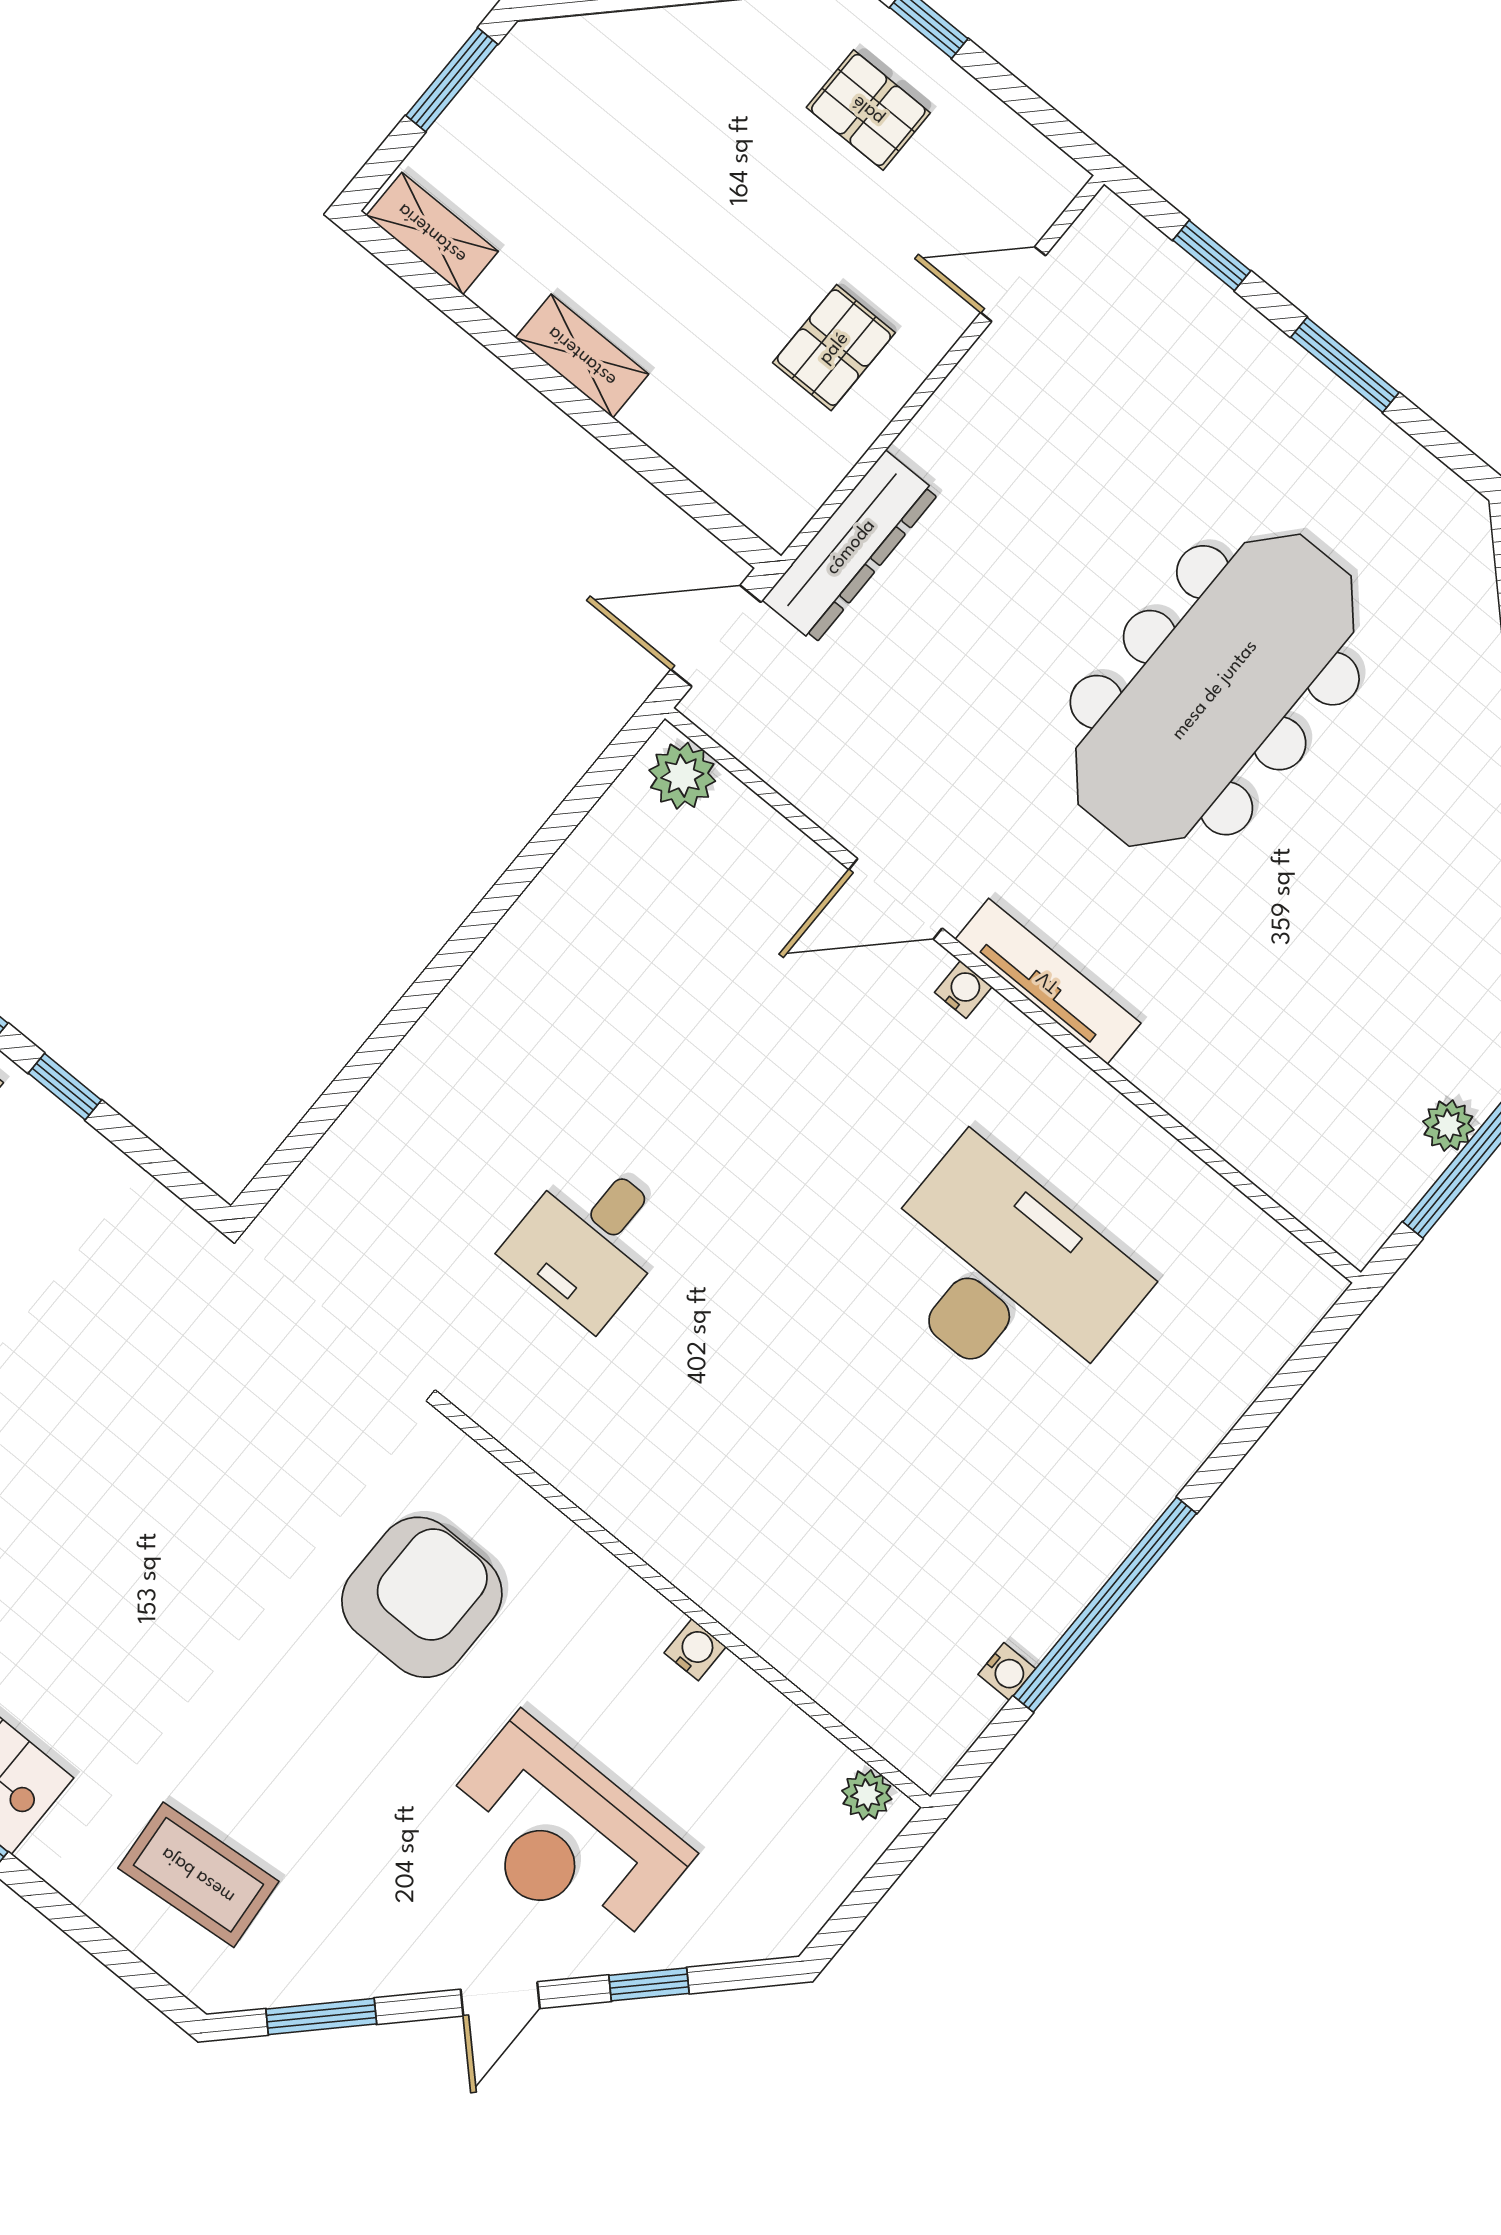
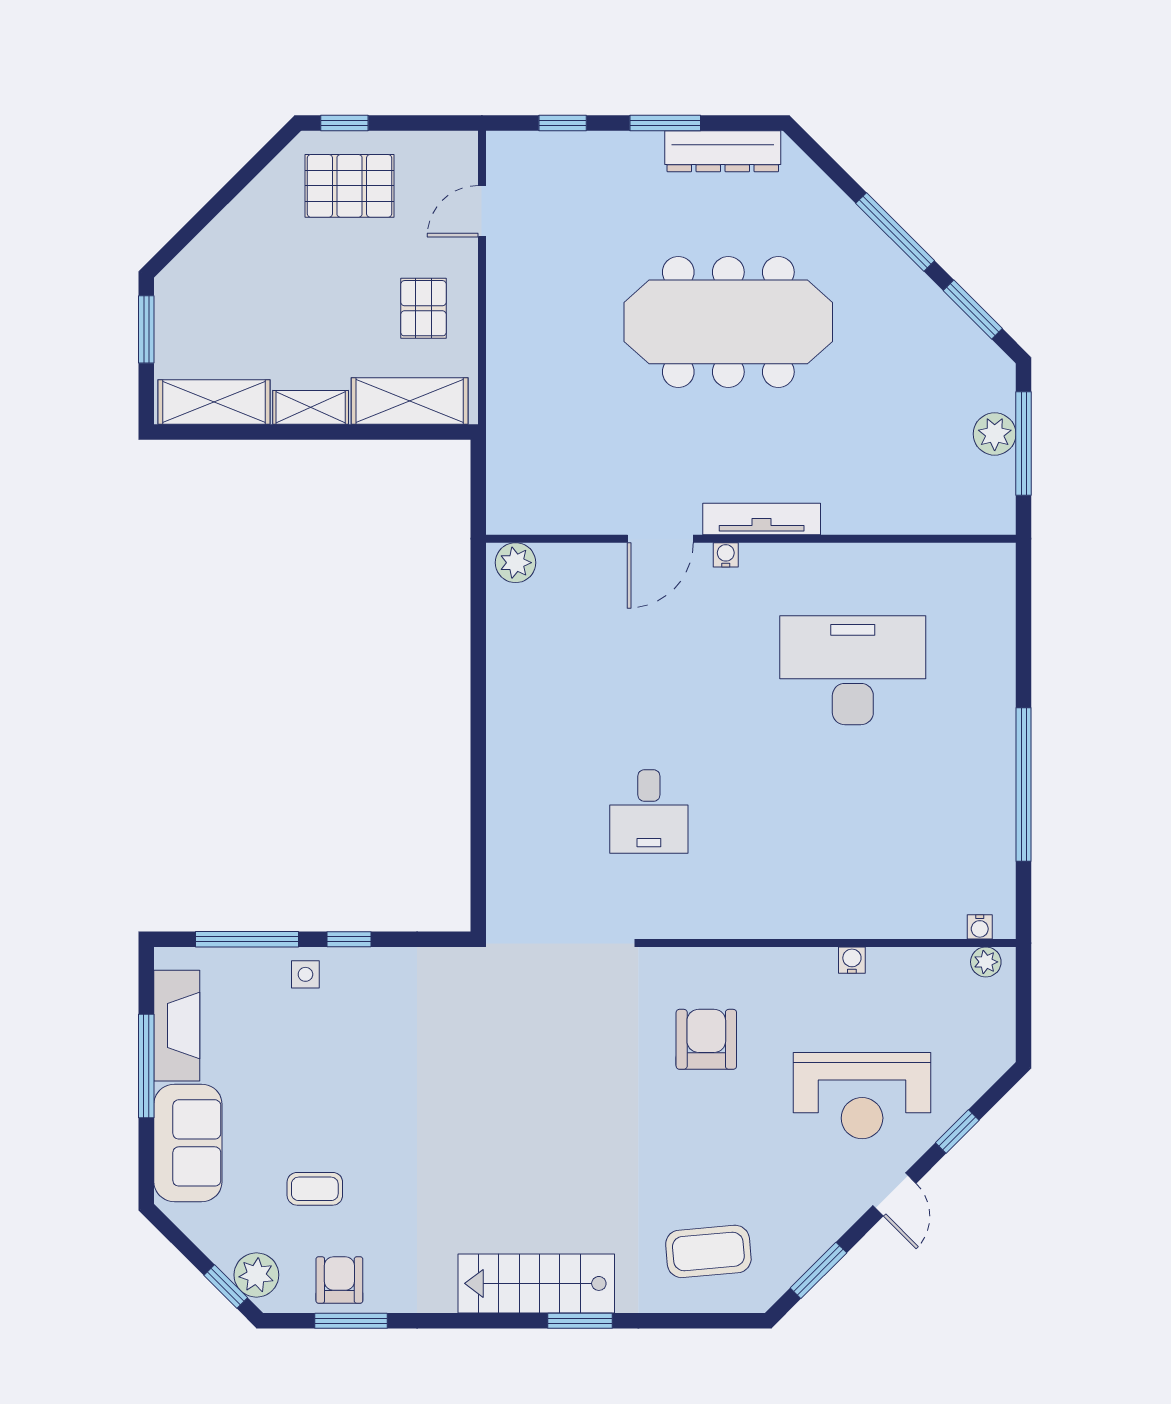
pallet: (868, 110) -> (349, 186), width x1.50, depth x1.42
shelving: (432, 233) -> (214, 402), width x1.50, depth x1.33
shelving: (717, 453) -> (410, 401), added
dresser: (851, 547) -> (723, 151), moved, turned 90
door: (716, 636) -> (478, 486), removed
meeting table: (1215, 690) -> (728, 322), turned 90
plant: (1448, 1126) -> (995, 434), width x1.38, depth x1.38
armchair: (422, 1597) -> (706, 1039), width x0.73, depth x0.73
water cooler: (1007, 1672) -> (980, 927), moved, turned 90

